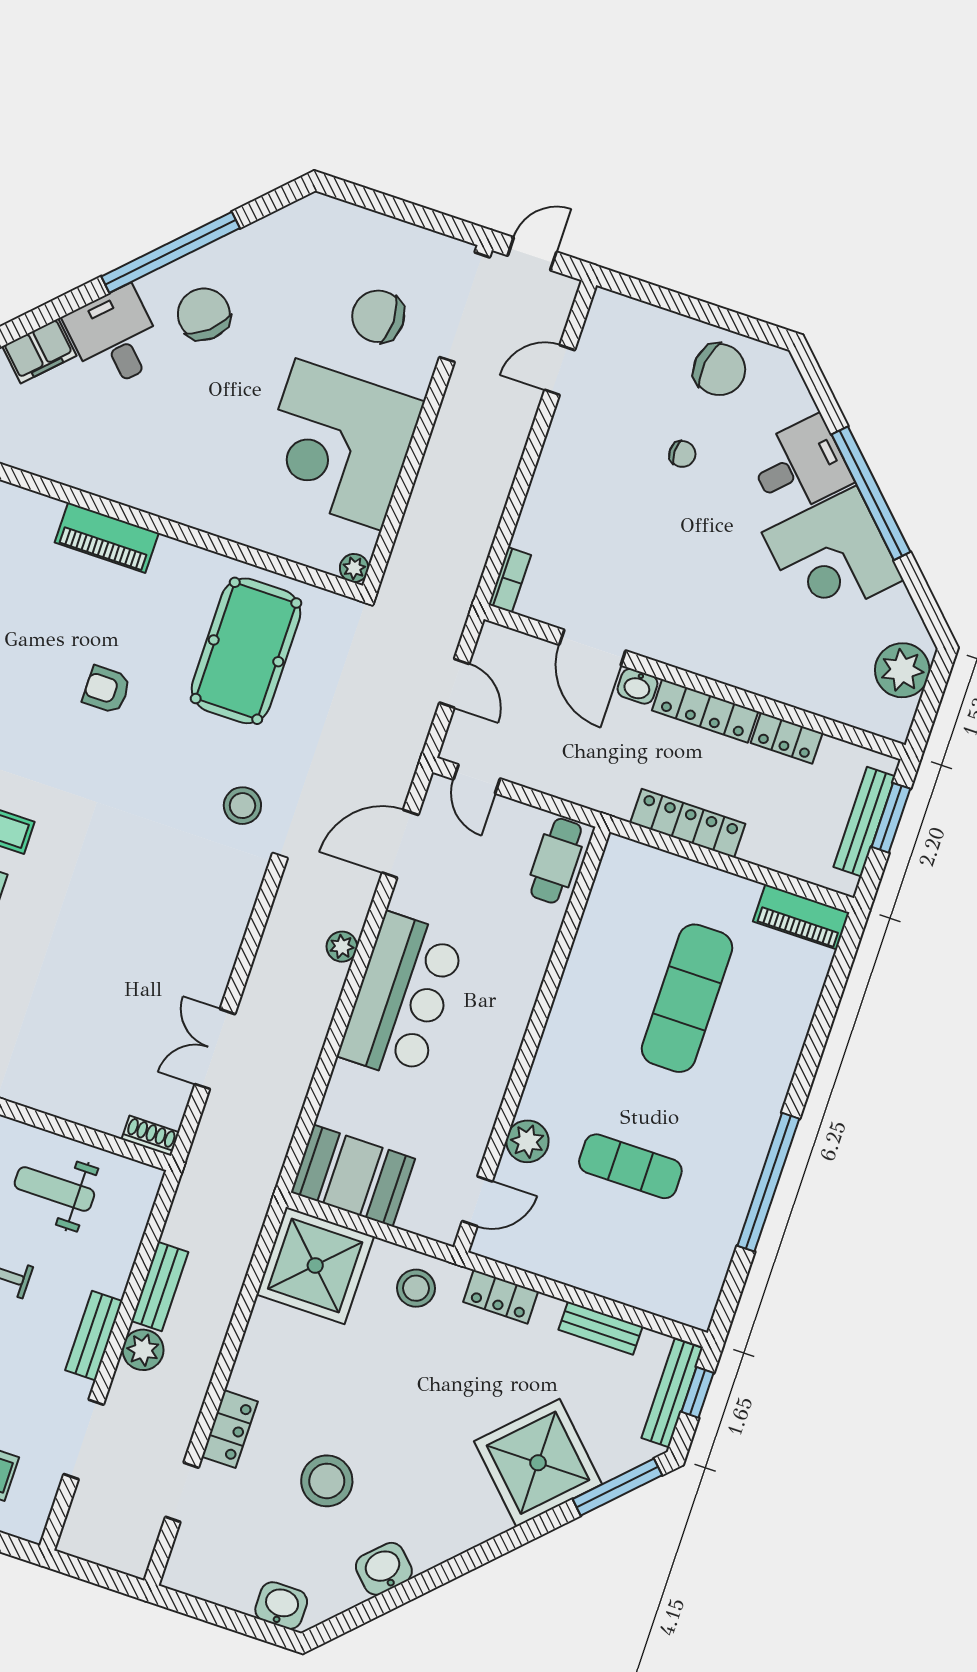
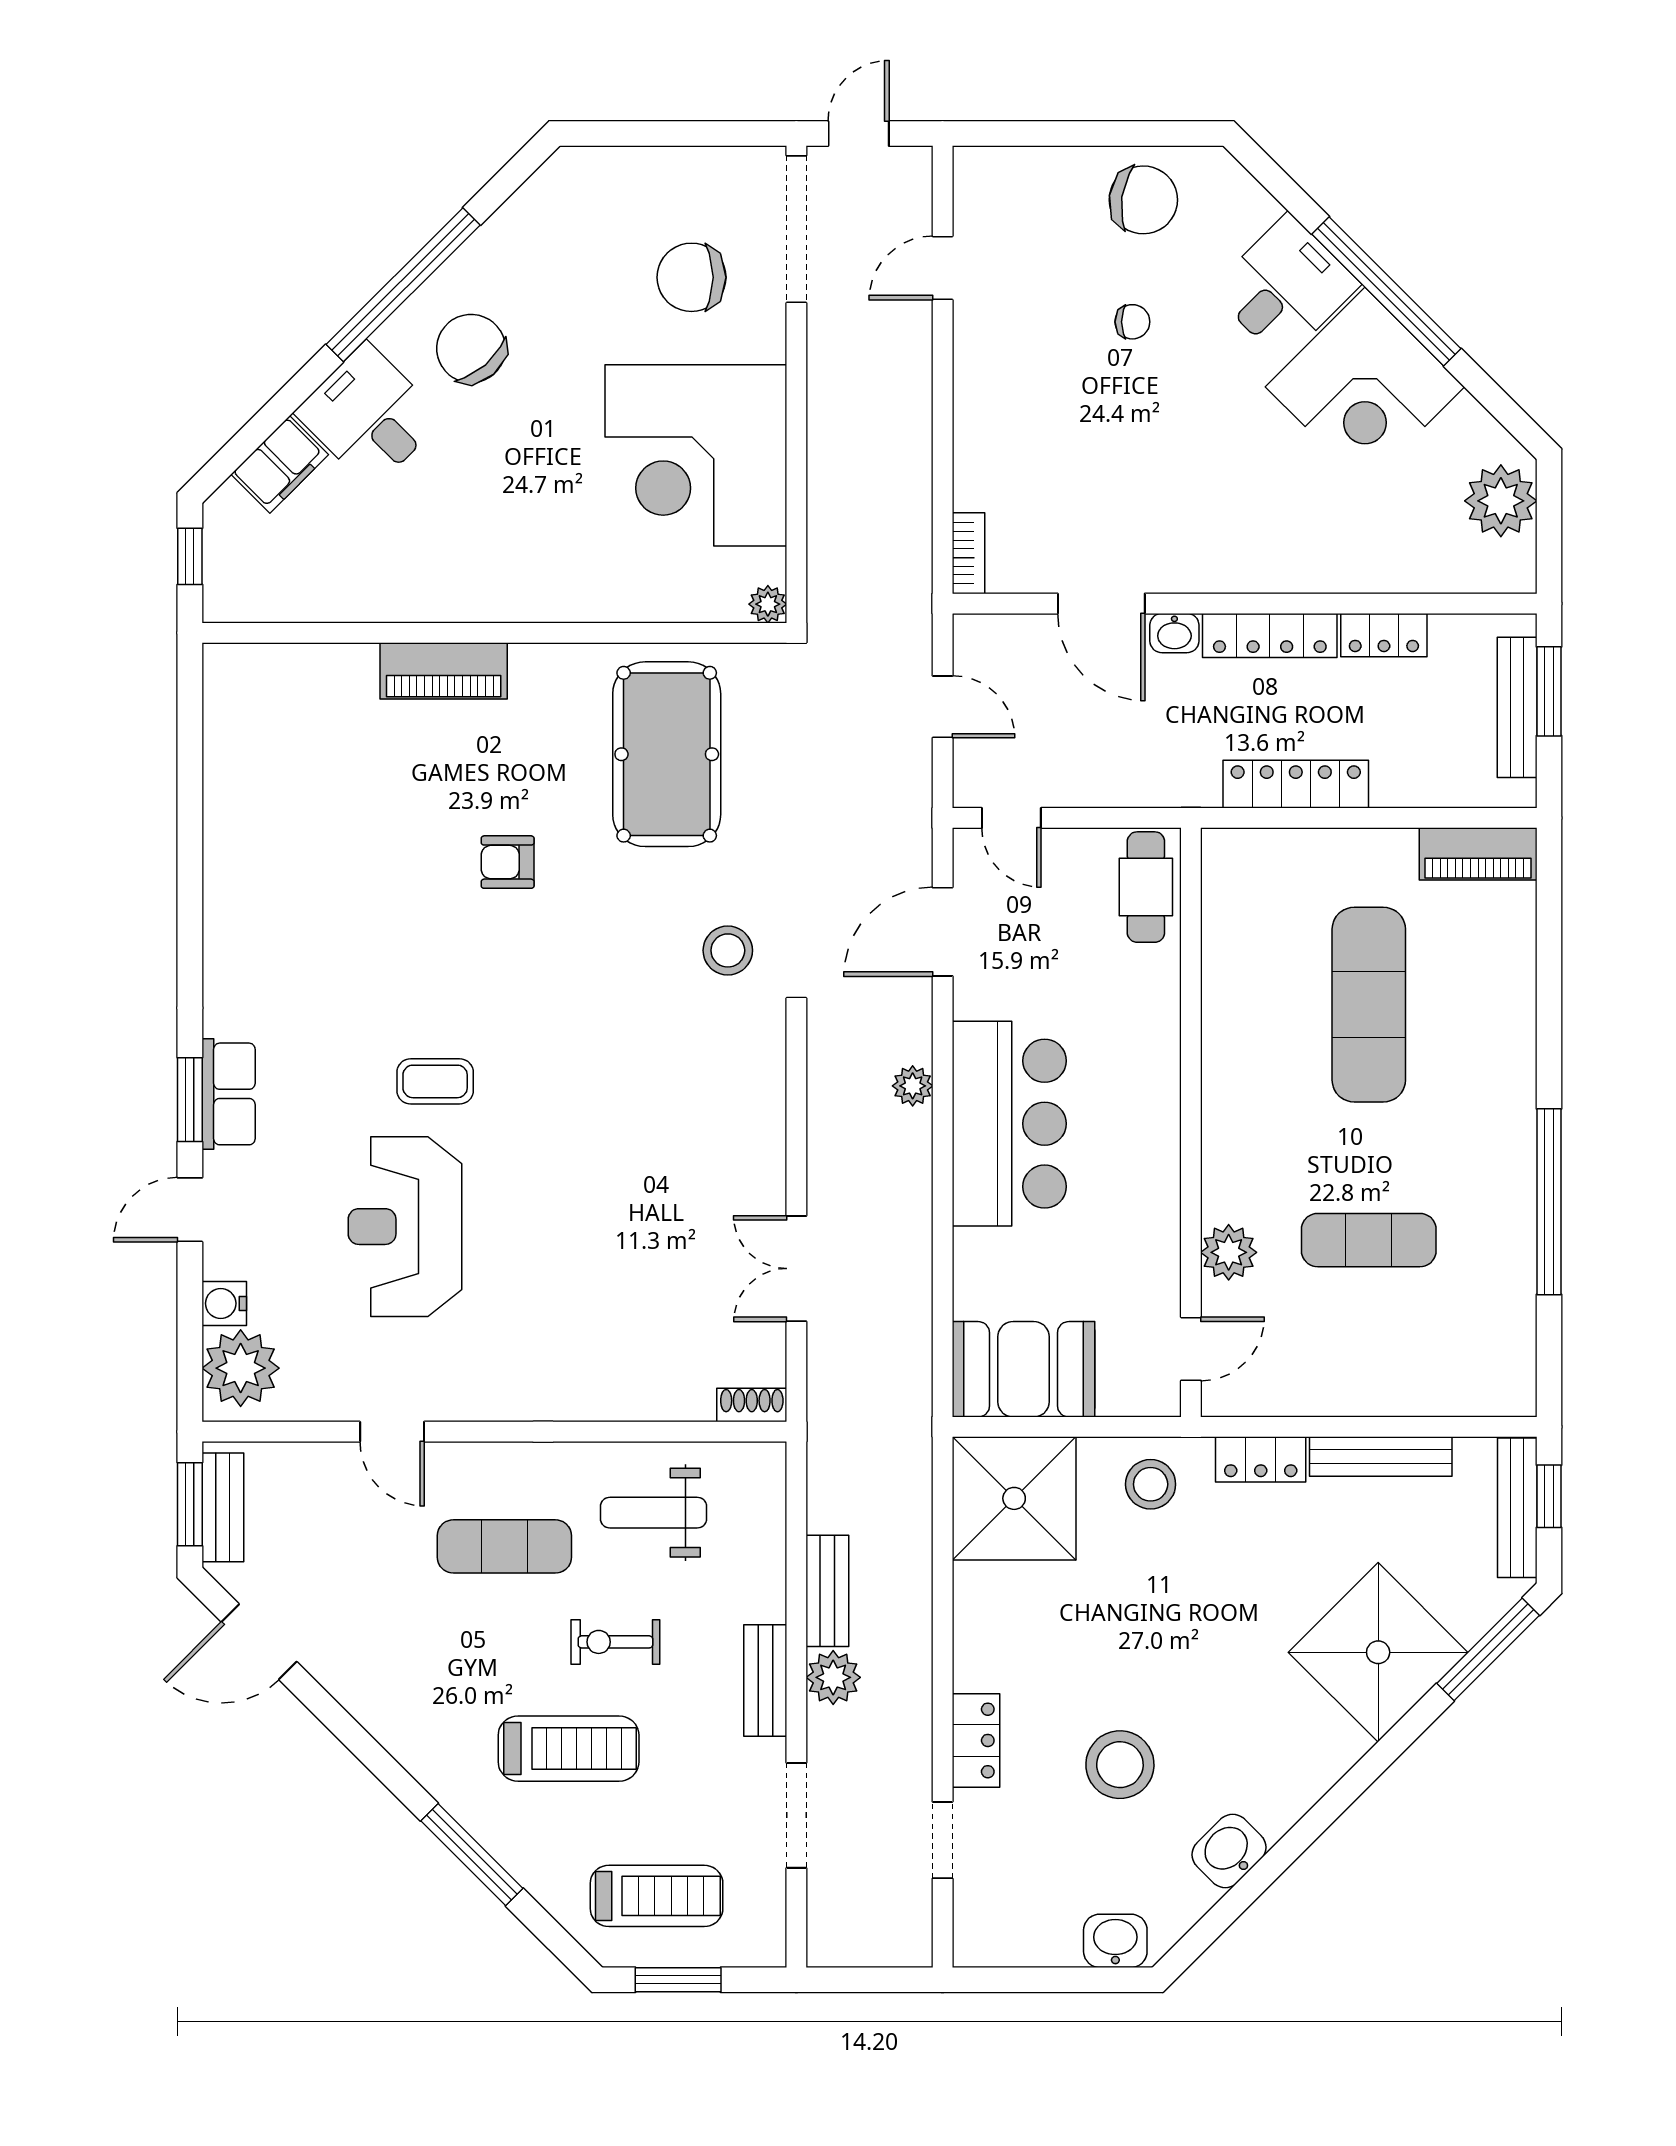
bench: (601, 1328) -> (1381, 1456), width x1.36

